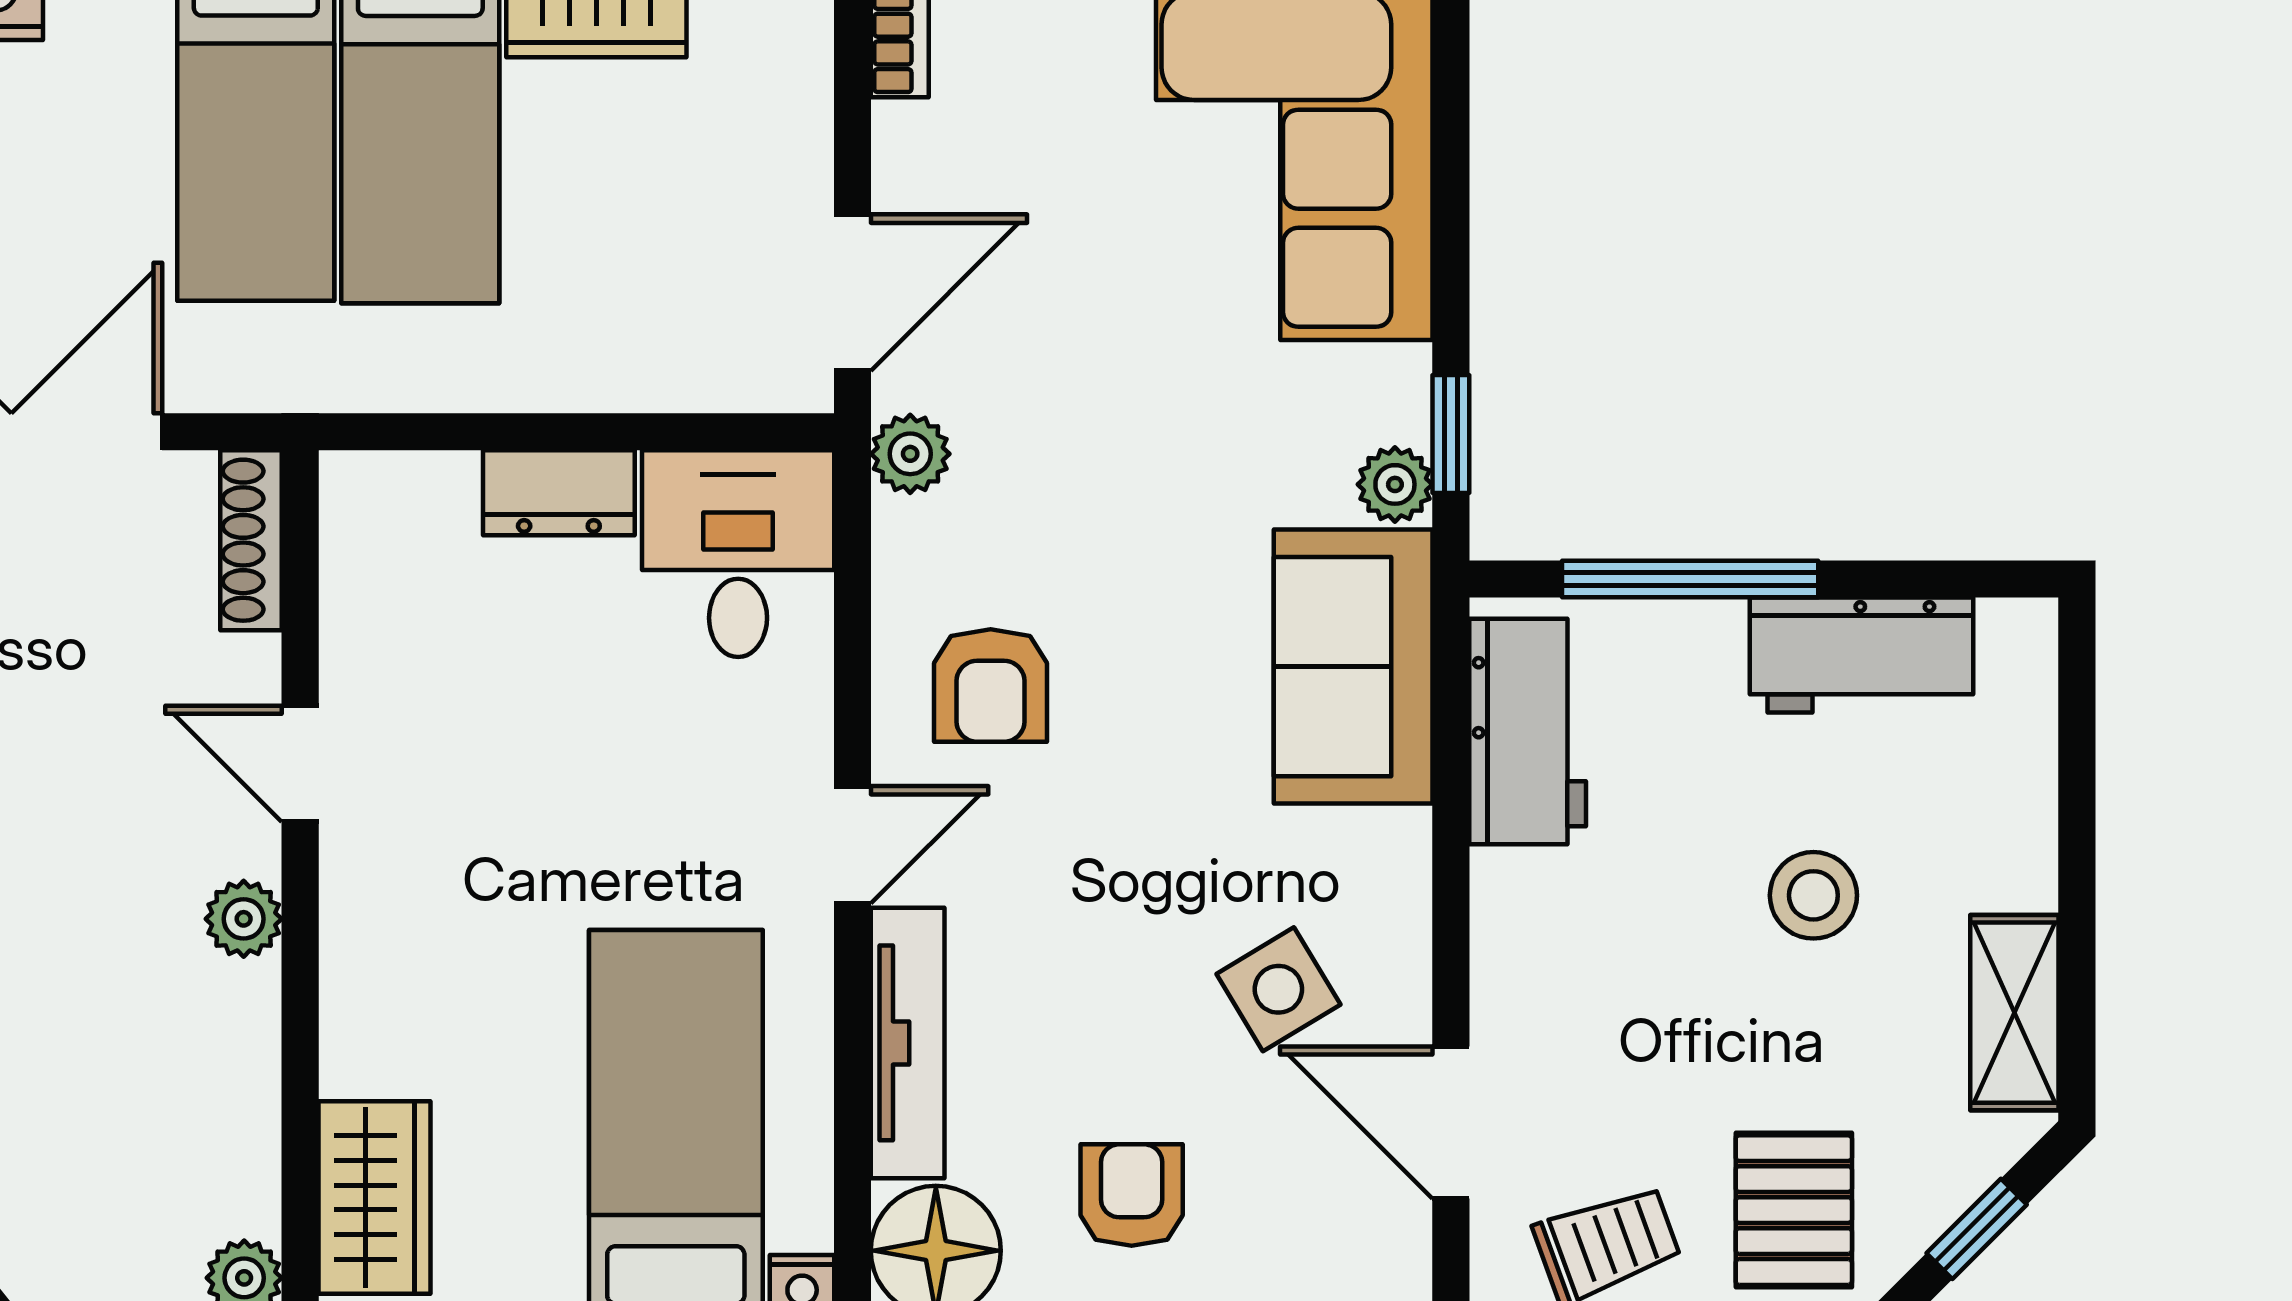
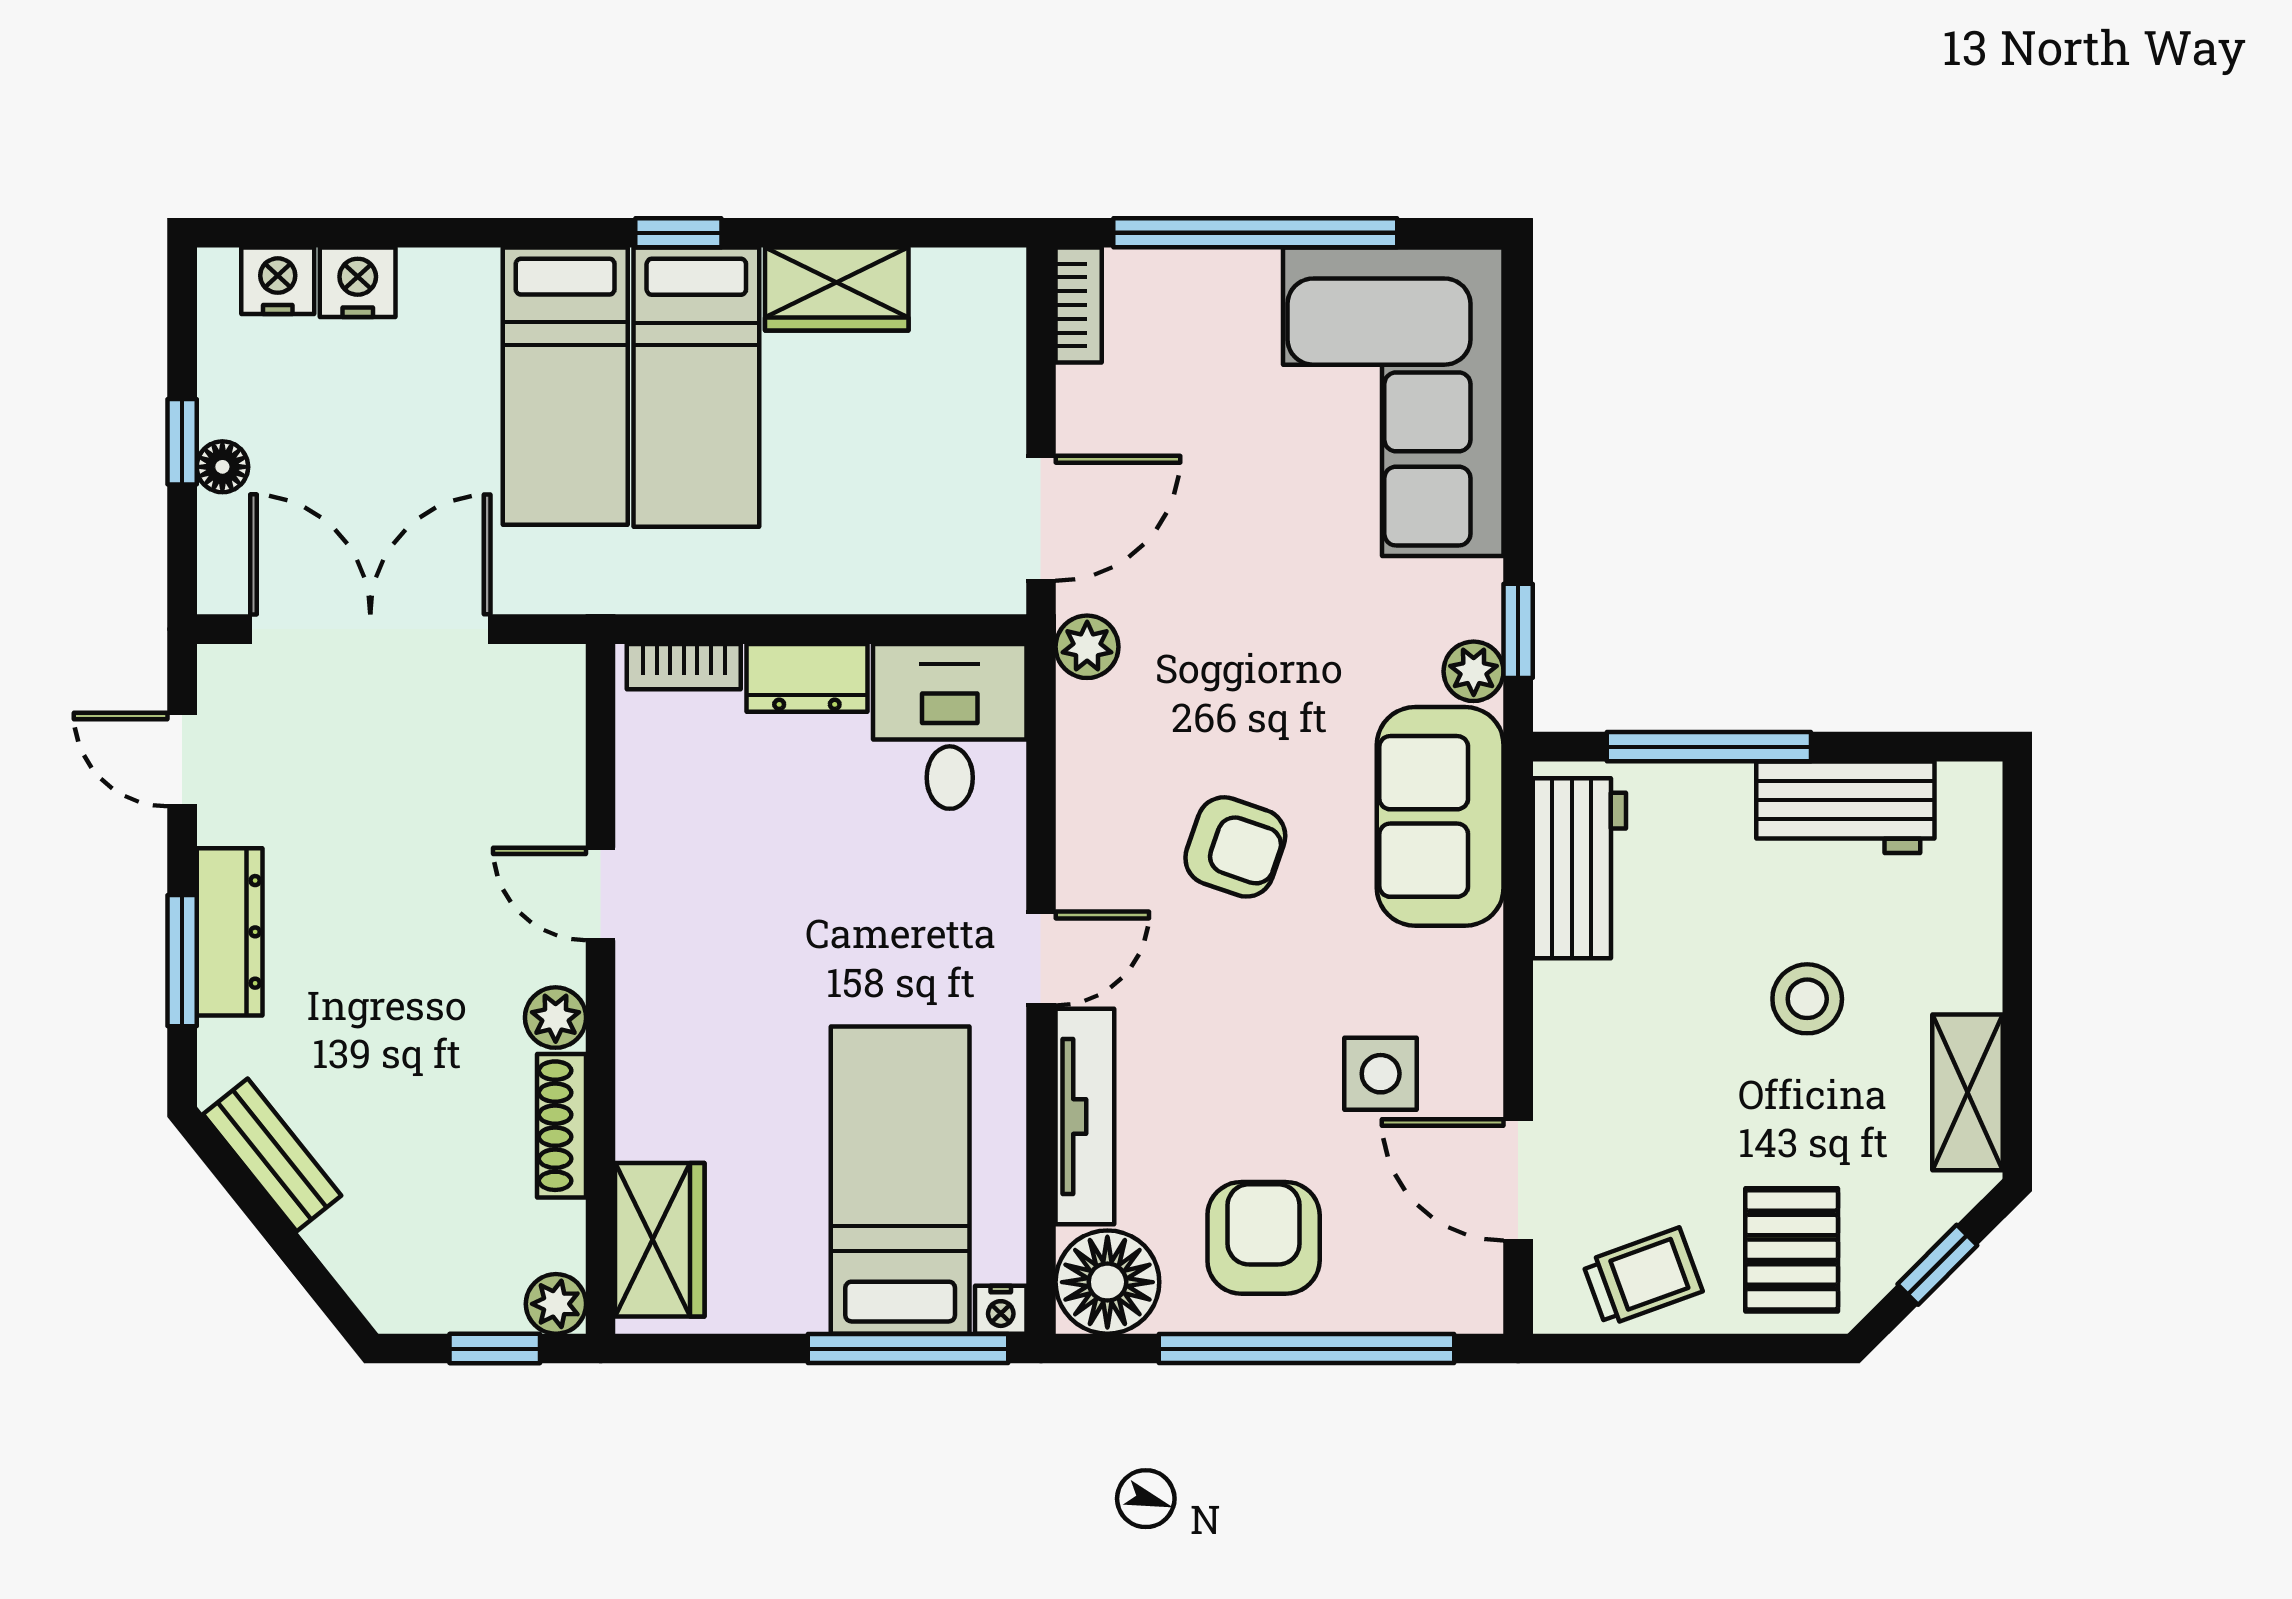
bookcase: (405, 479) -> (684, 667), added
shoe rack: (251, 540) -> (561, 1126), moved
armchair: (991, 685) -> (1235, 847), moved, turned -71
side table: (1278, 989) -> (1381, 1074), turned 31
armchair: (1132, 1195) -> (1264, 1238), width x1.38, depth x1.38

